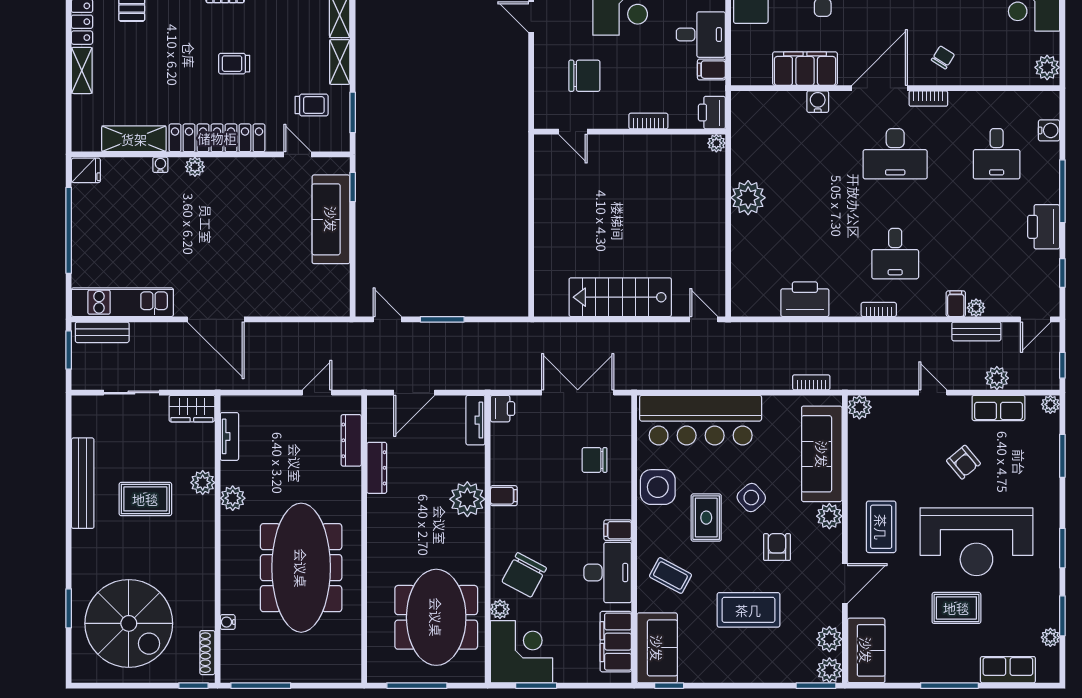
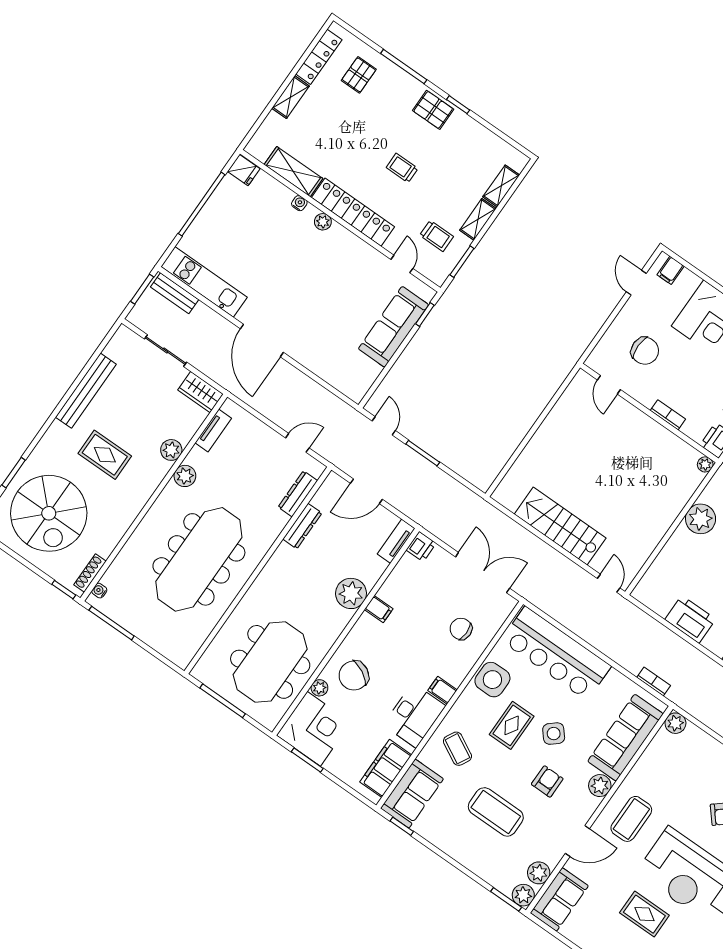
rug: (145, 499) -> (105, 455), moved
water cooler: (228, 622) -> (99, 591), moved

